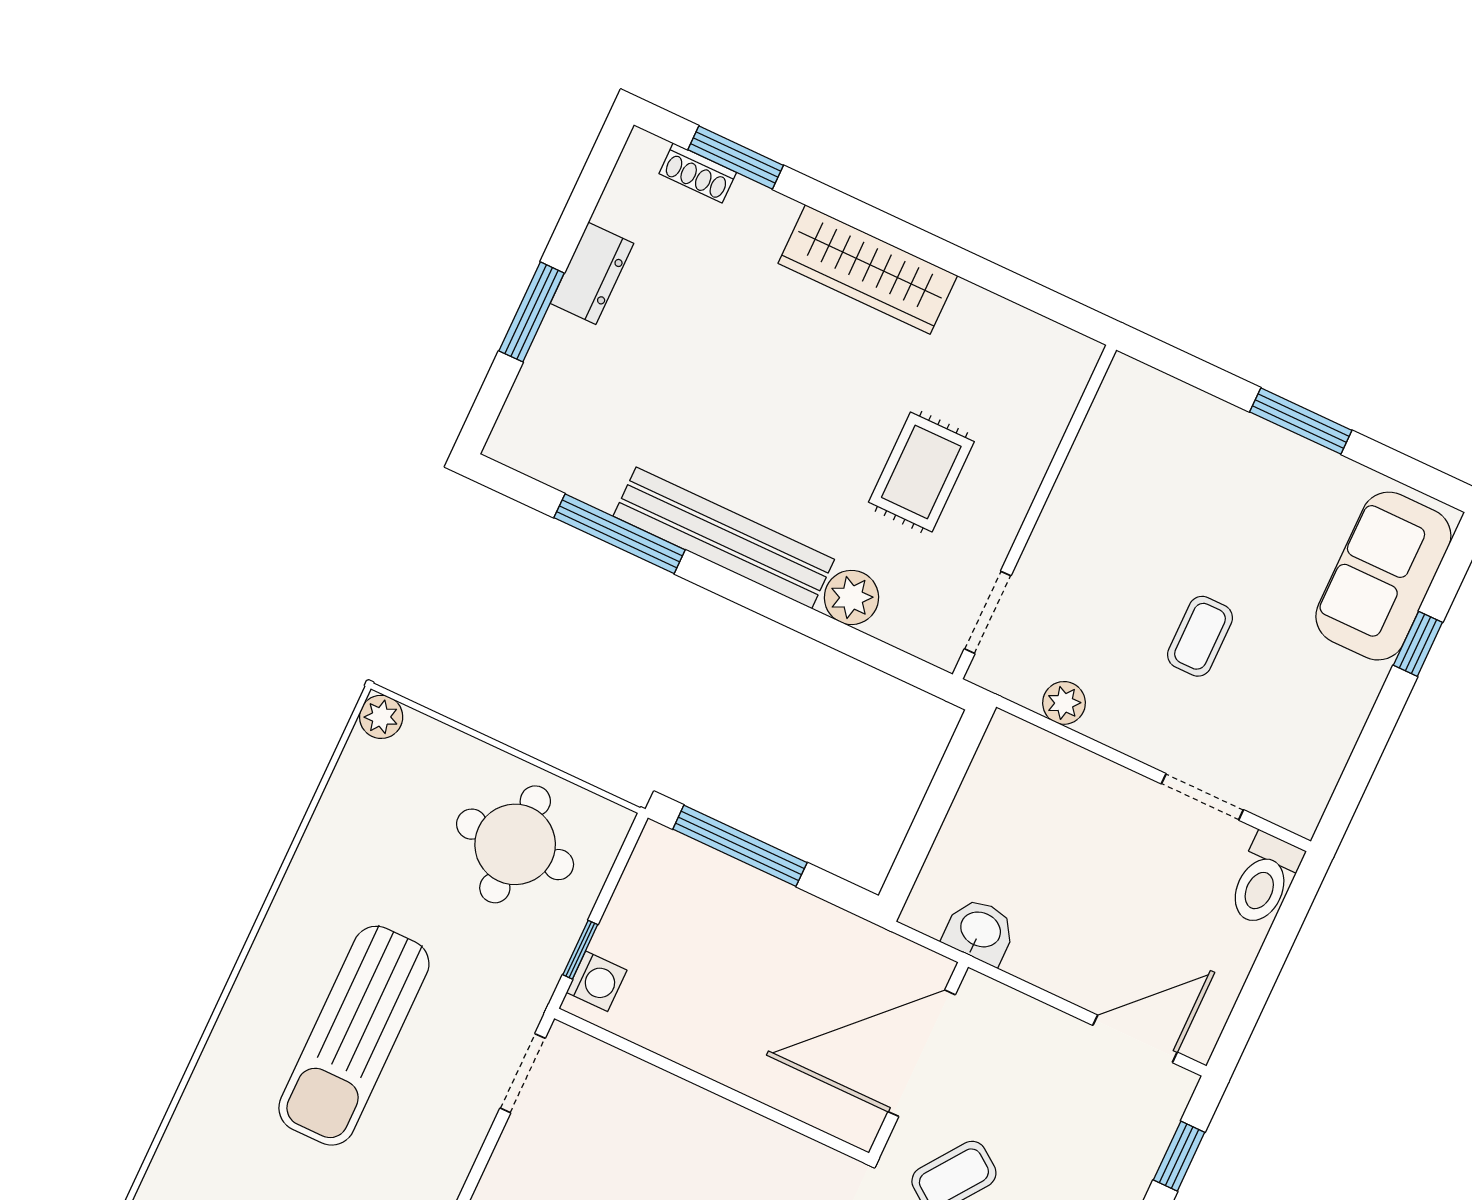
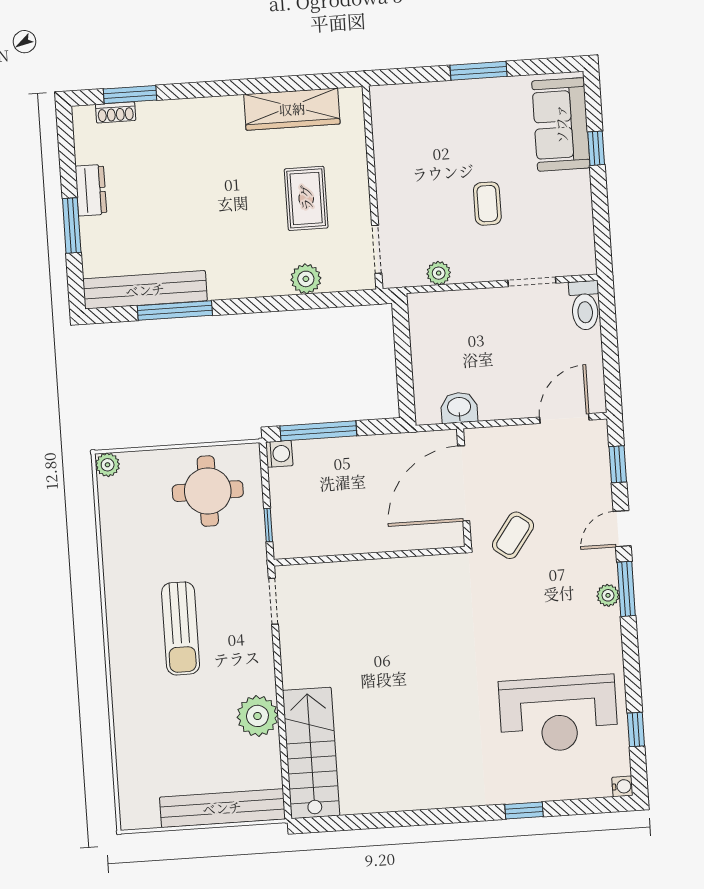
wardrobe: (868, 270) -> (292, 109), moved
bench: (724, 538) -> (145, 290), moved
washing machine: (597, 981) -> (279, 454), moved
sun lounger: (354, 1036) -> (181, 628), width x0.73, depth x0.75

